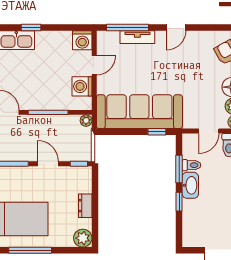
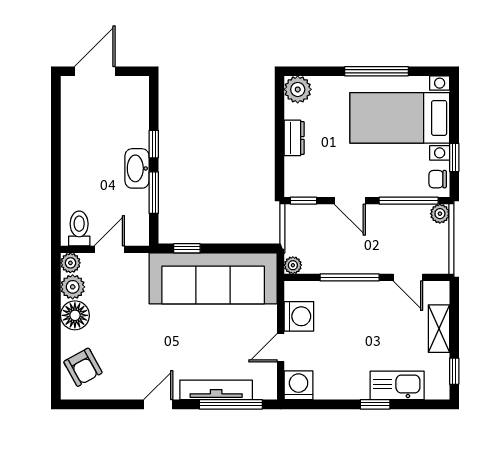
tv unit: (137, 37) -> (216, 390), width x1.41
toilet: (191, 165) -> (135, 198), removed

